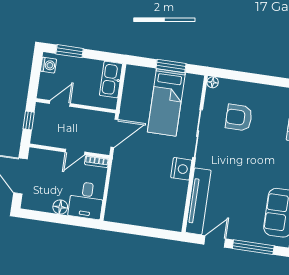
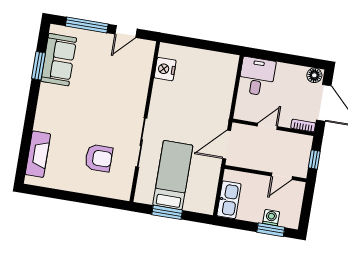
washing machine: (48, 65) -> (271, 218), moved, turned 90
floor lamp: (213, 82) -> (125, 195), removed
bookcase: (97, 162) -> (303, 126), moved
nightstand: (181, 169) -> (165, 69), moved
tv unit: (198, 201) -> (142, 73), removed
floor lamp: (60, 207) -> (314, 75), moved

